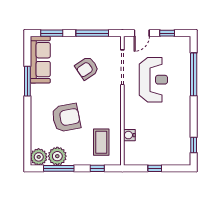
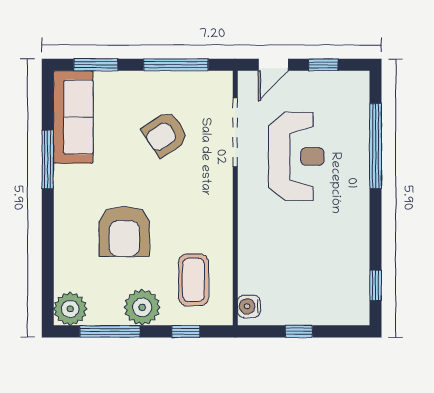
armchair: (66, 118) -> (124, 232), turned 101
water cooler: (129, 135) -> (249, 306), moved
plant: (57, 156) -> (142, 307), moved

